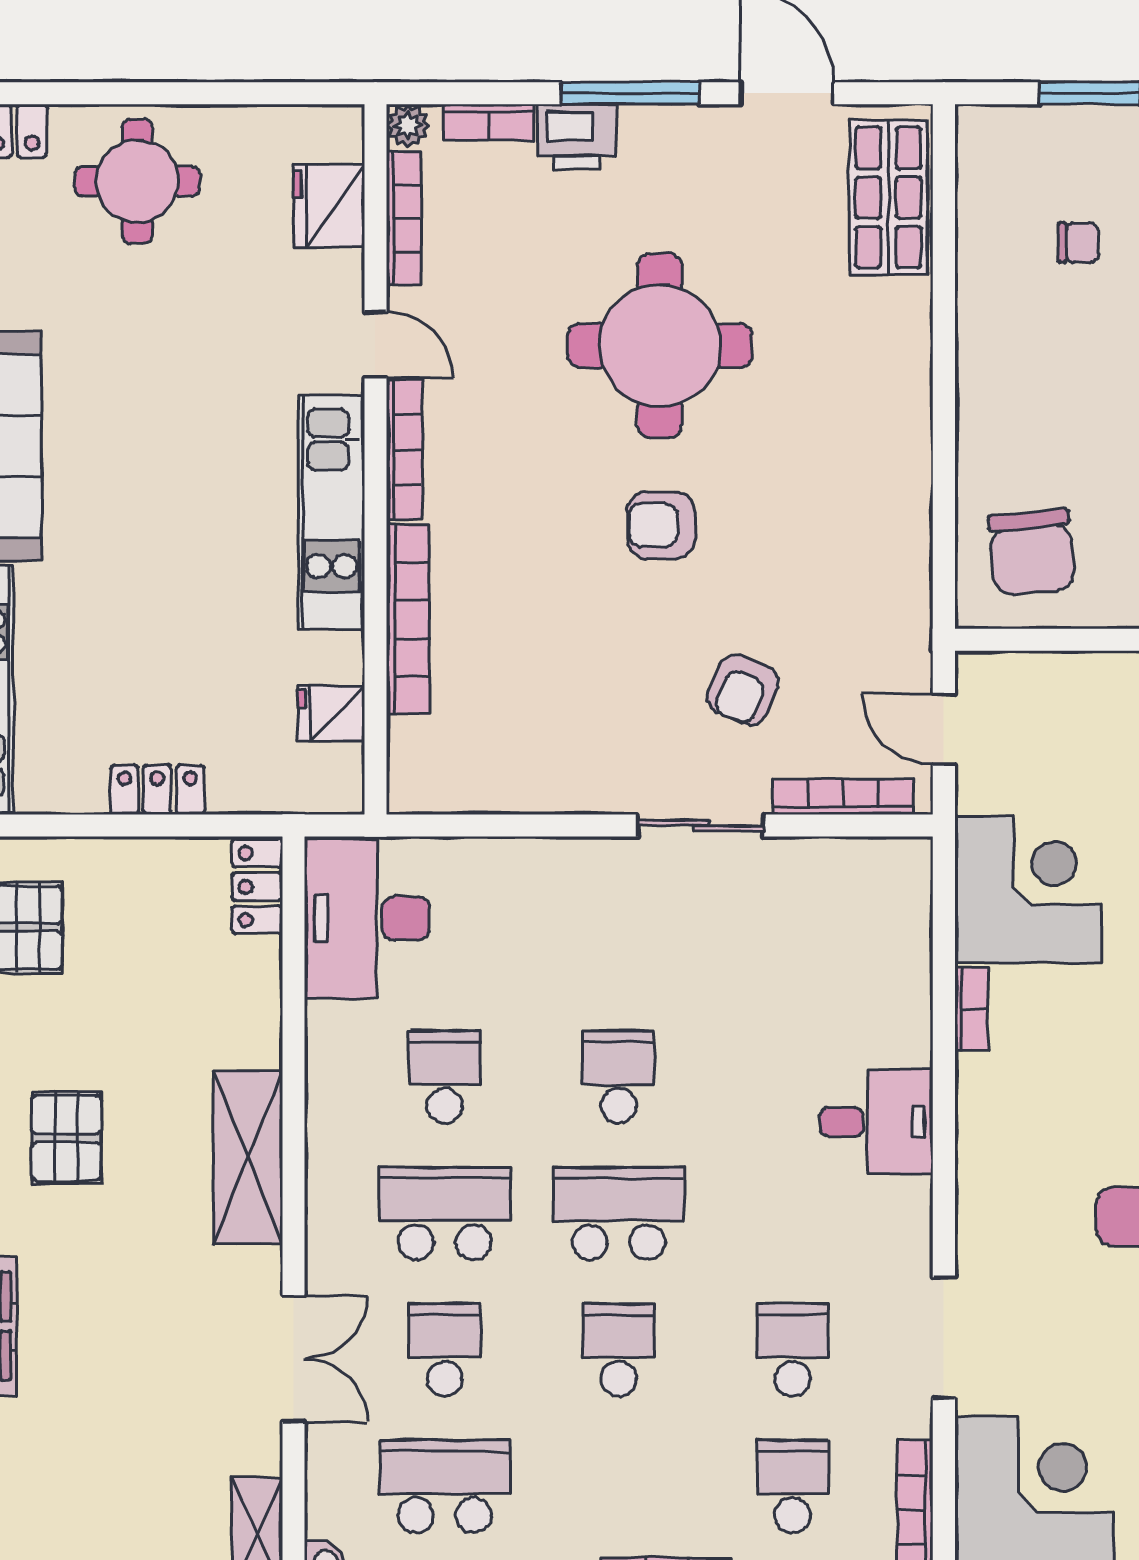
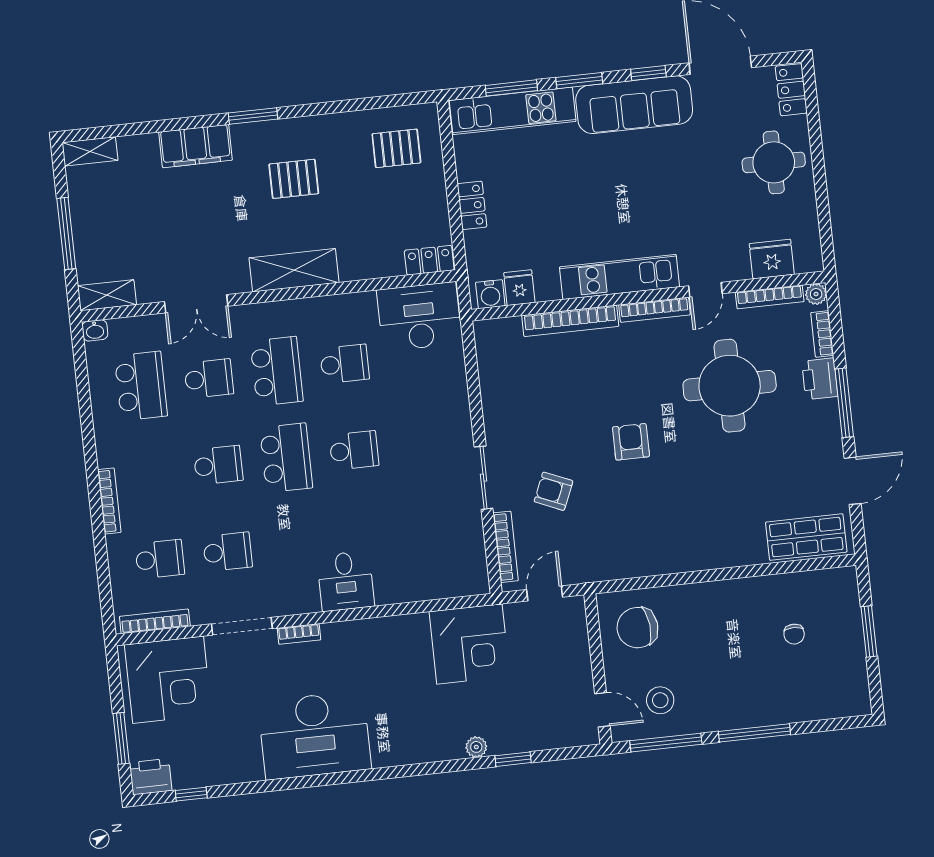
round table: (660, 346) -> (730, 386), moved
water cooler: (338, 773) -> (490, 294), added
bookcase: (972, 1009) -> (299, 634), moved

